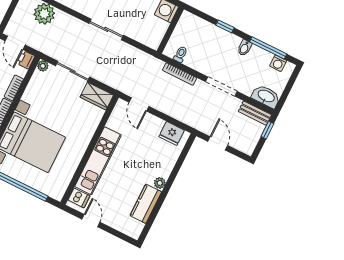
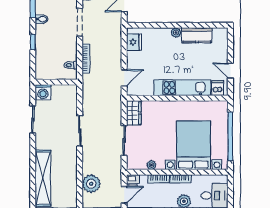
plant: (43, 66) -> (151, 165), moved
door: (91, 221) -> (230, 71), hinge flipped

